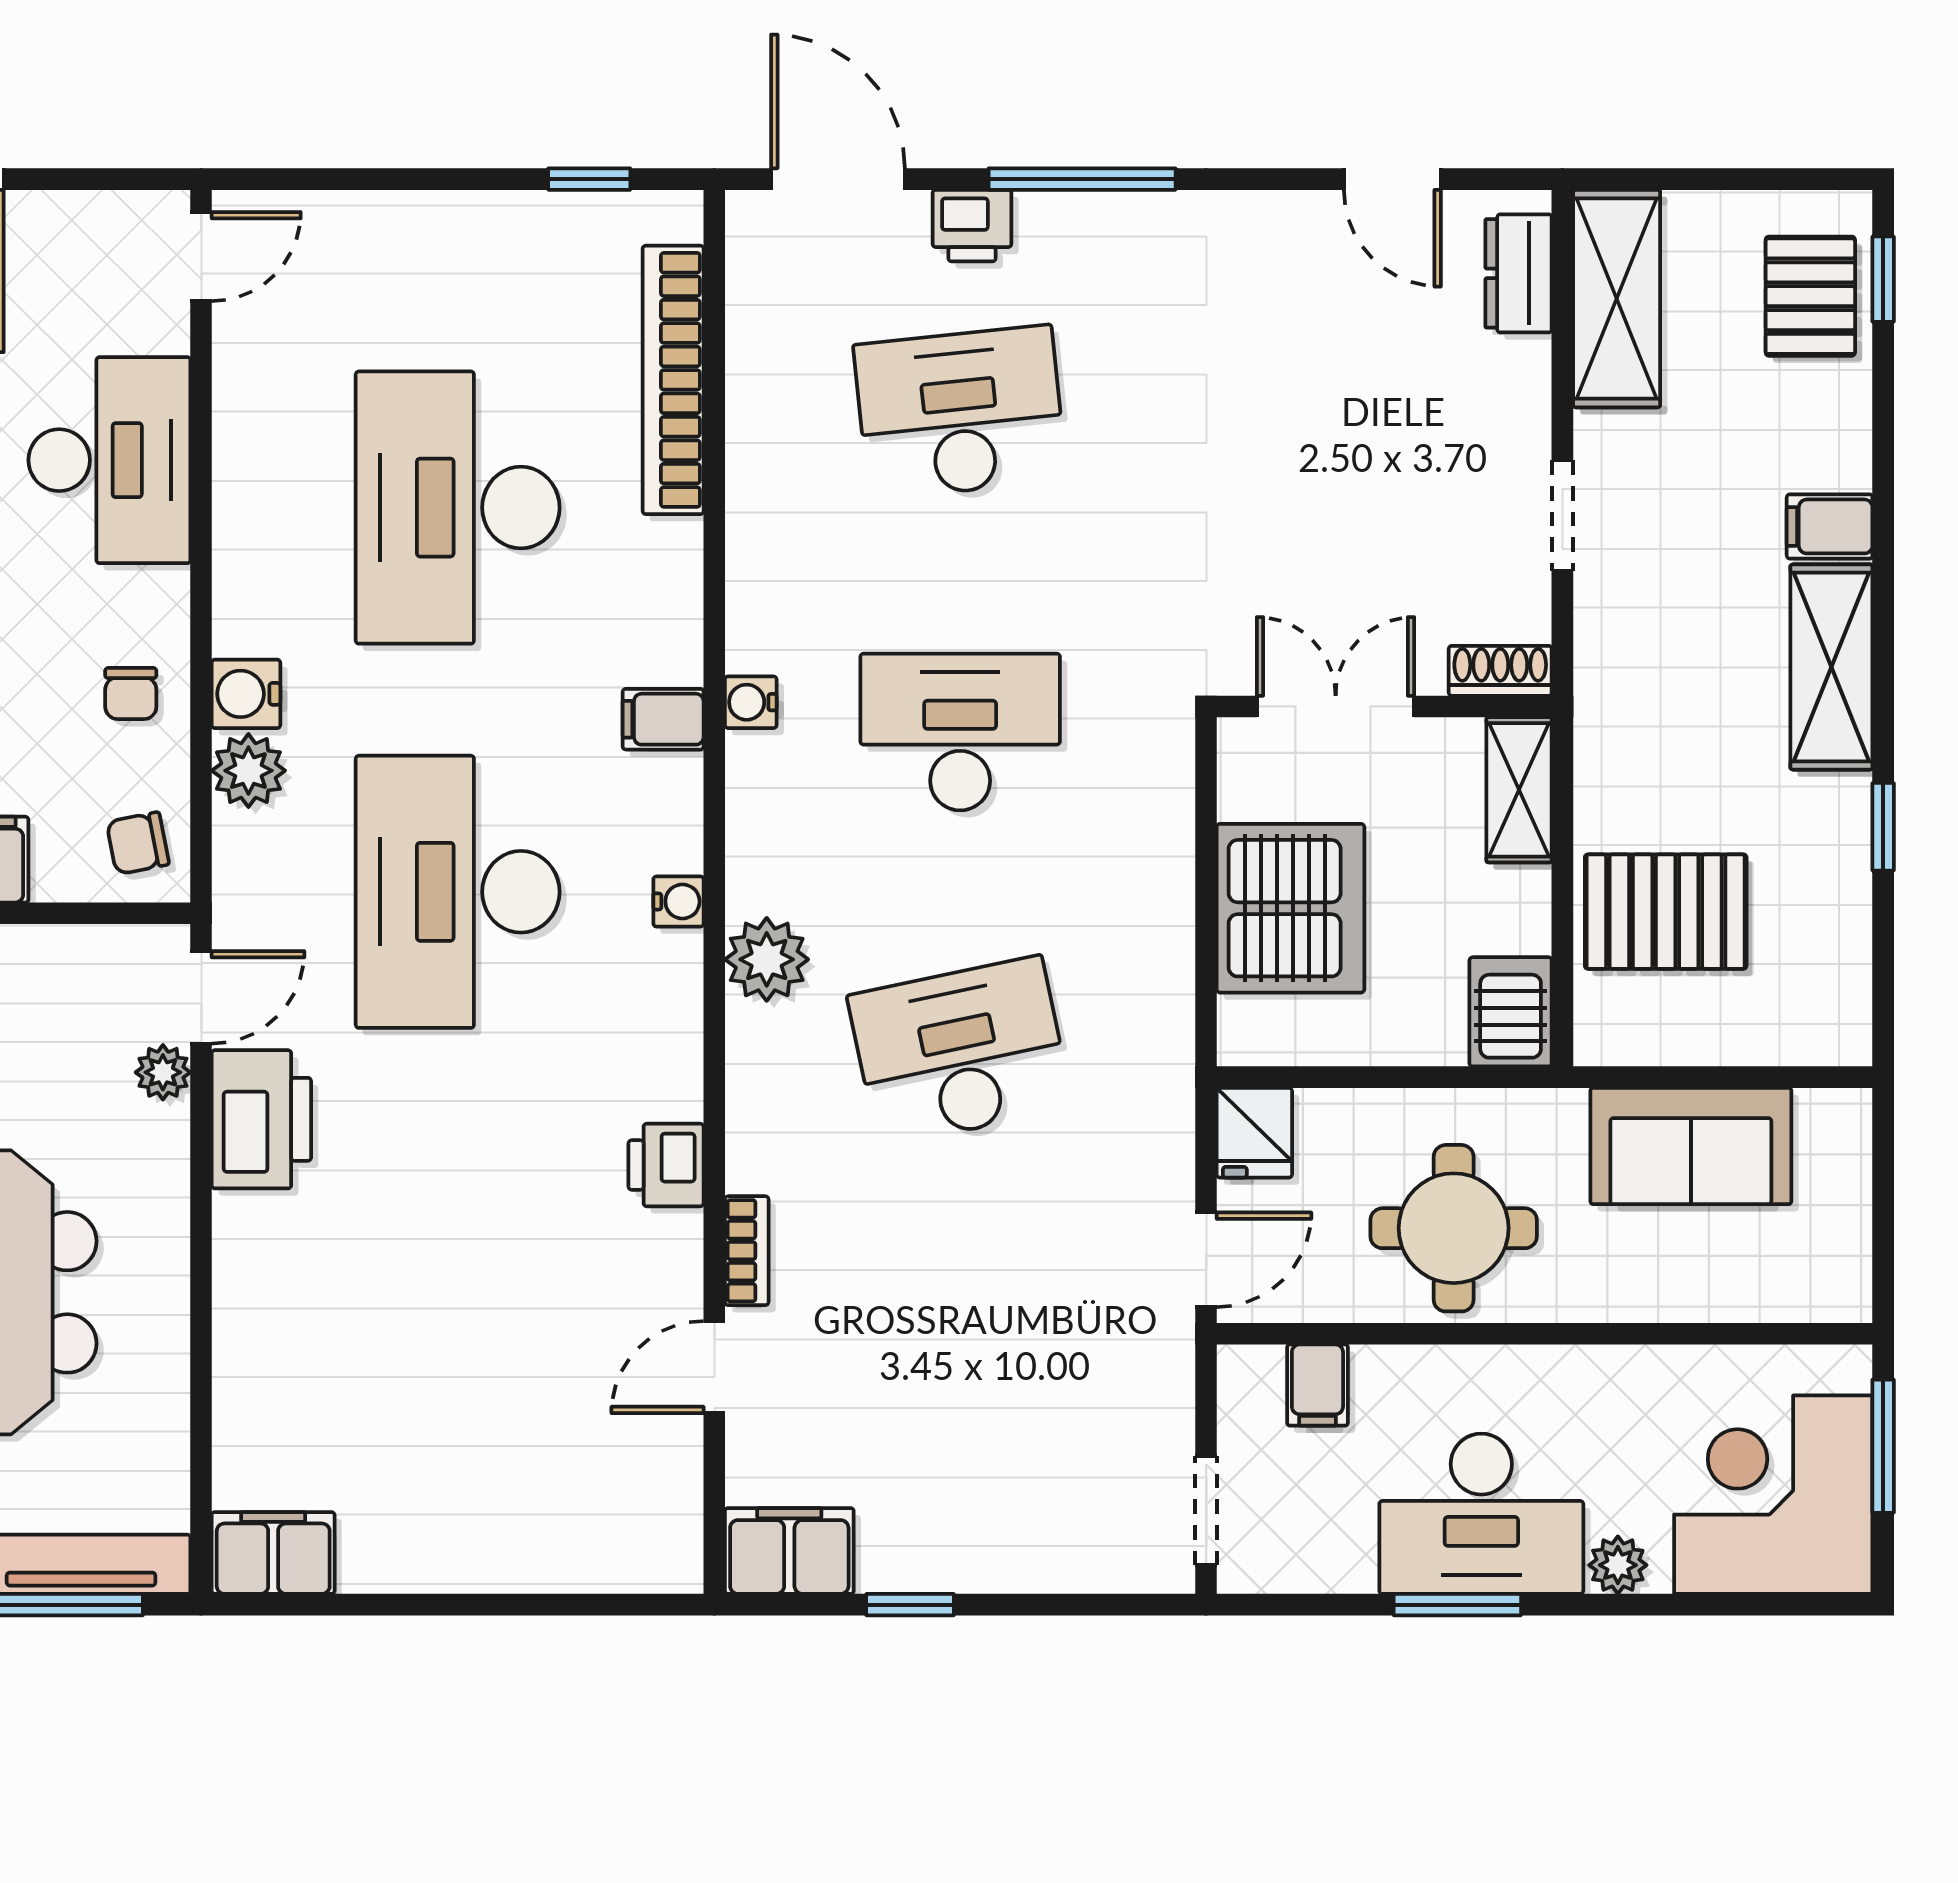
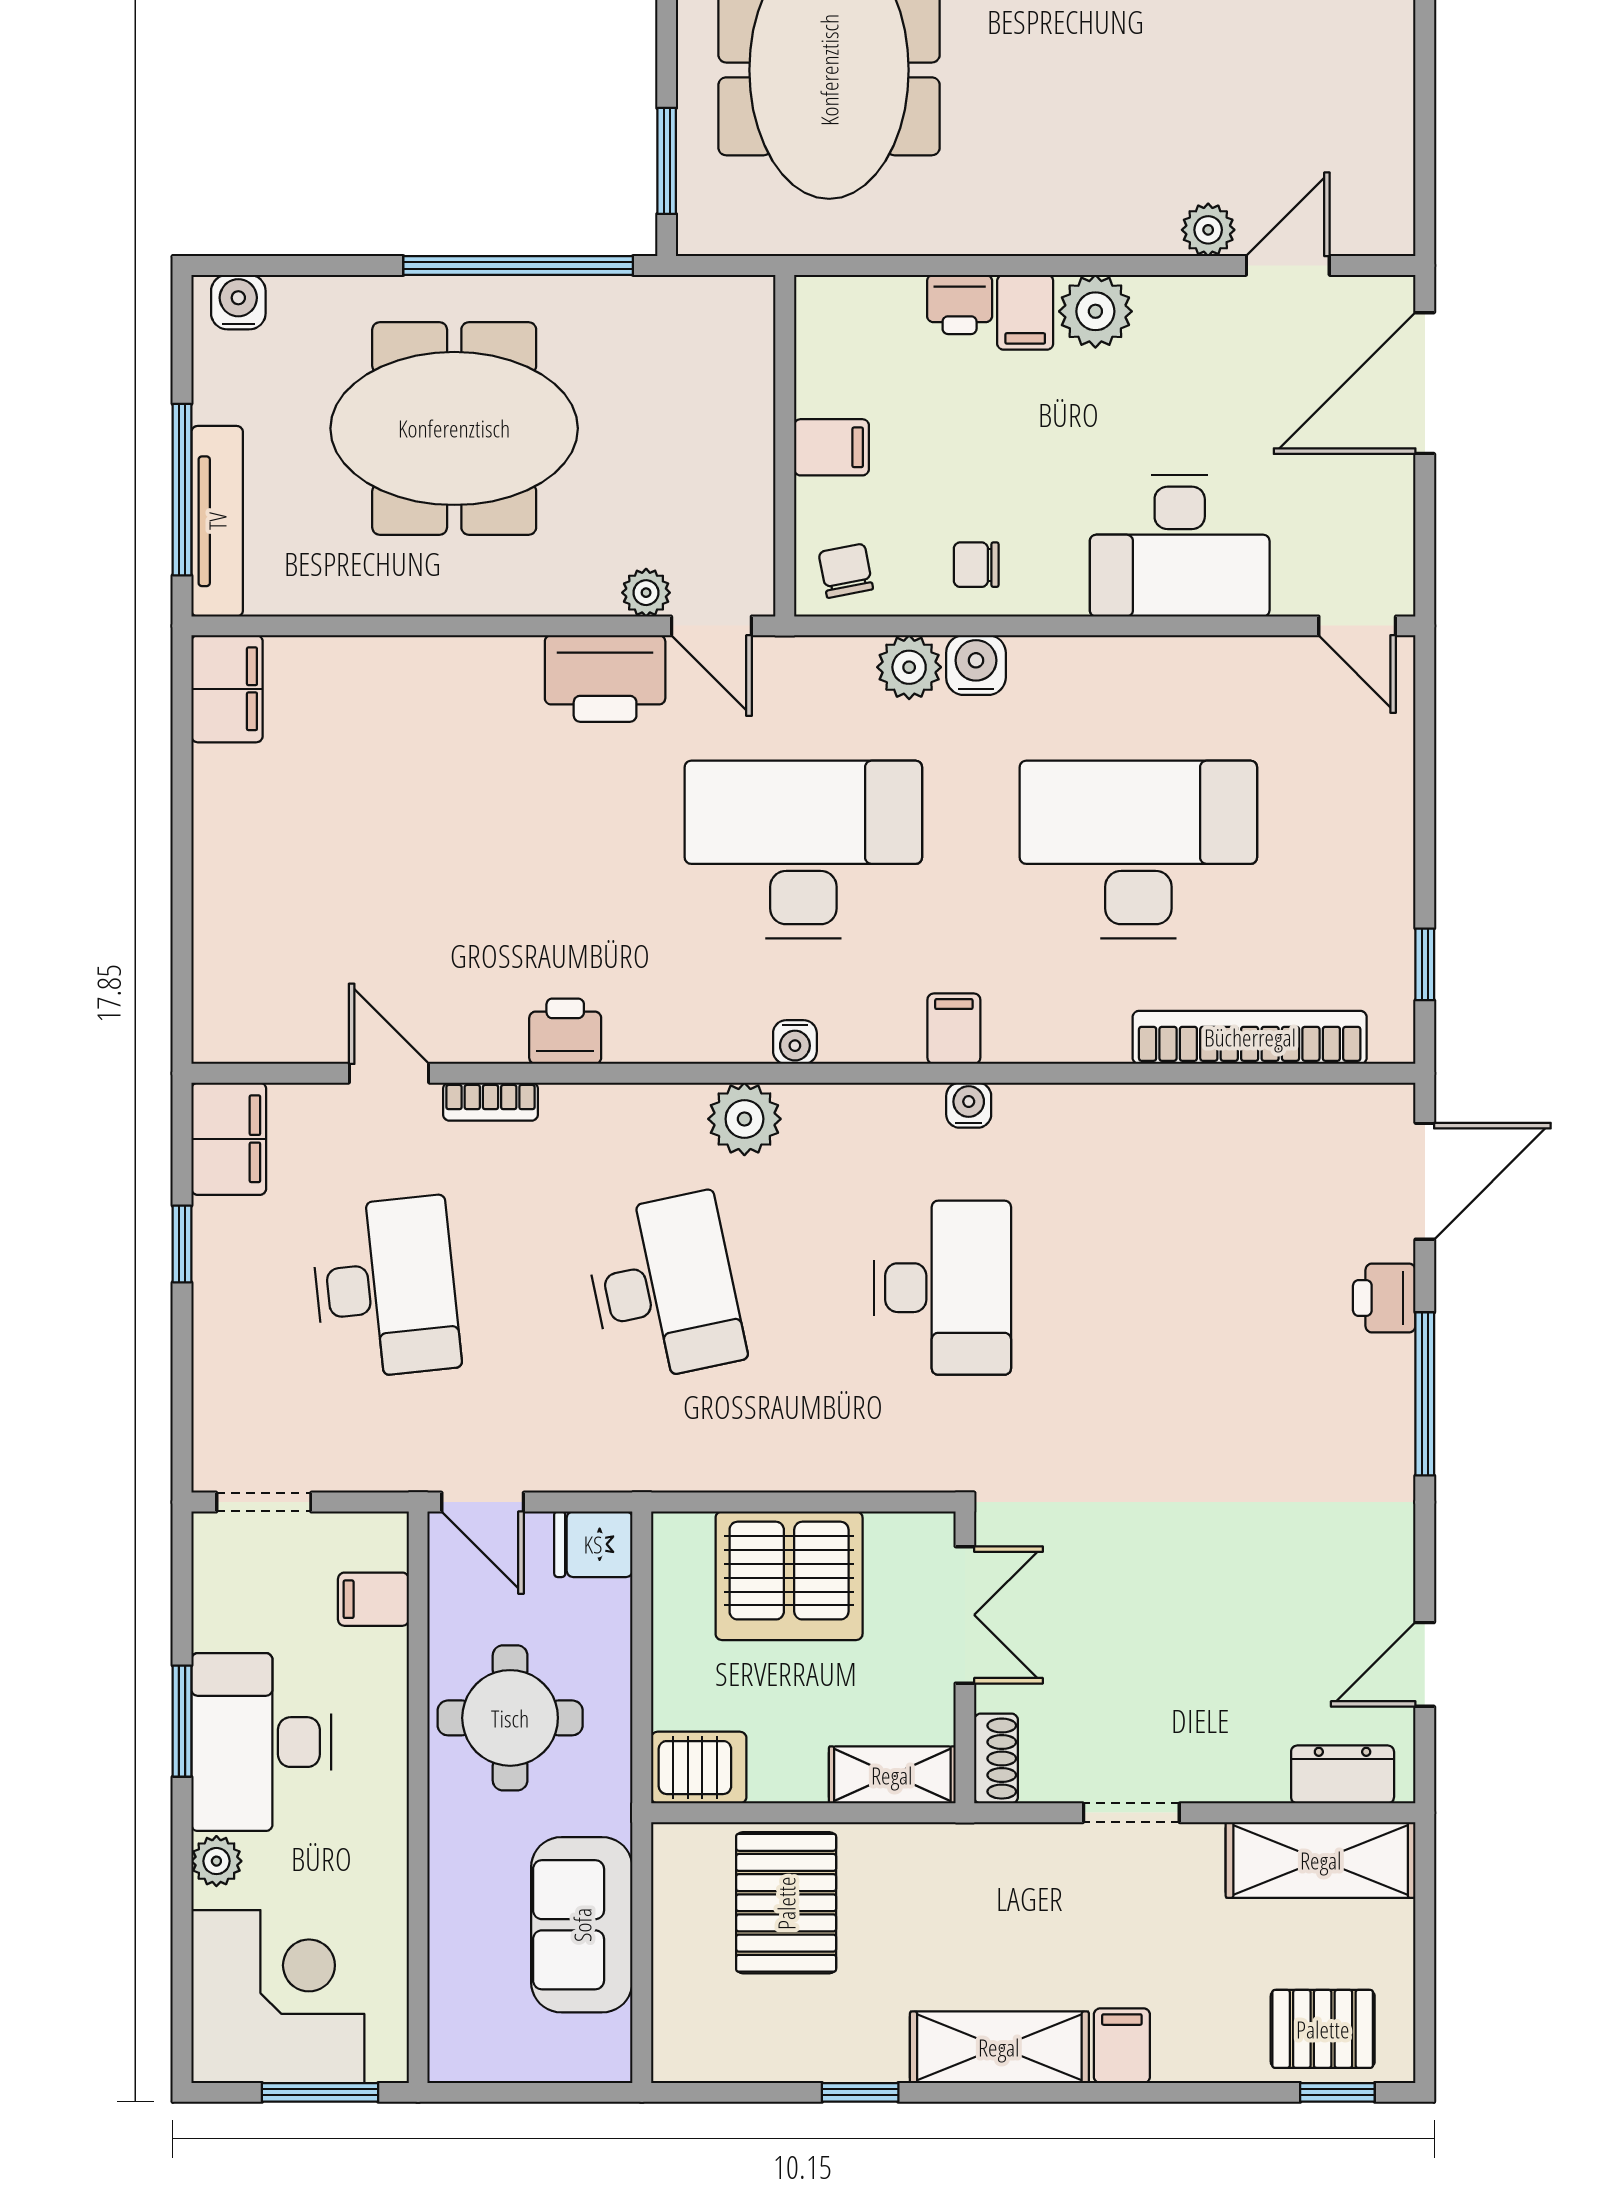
desk: (960, 412) -> (385, 1288), moved

